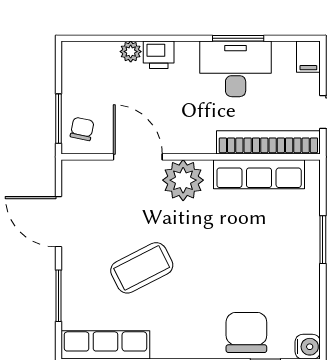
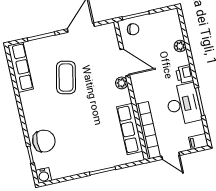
printer: (159, 55) -> (185, 74), moved
door: (138, 157) -> (125, 62), hinge flipped
plant: (183, 180) -> (122, 83), width x0.53, depth x0.53
coffee table: (142, 268) -> (66, 78), turned 39

